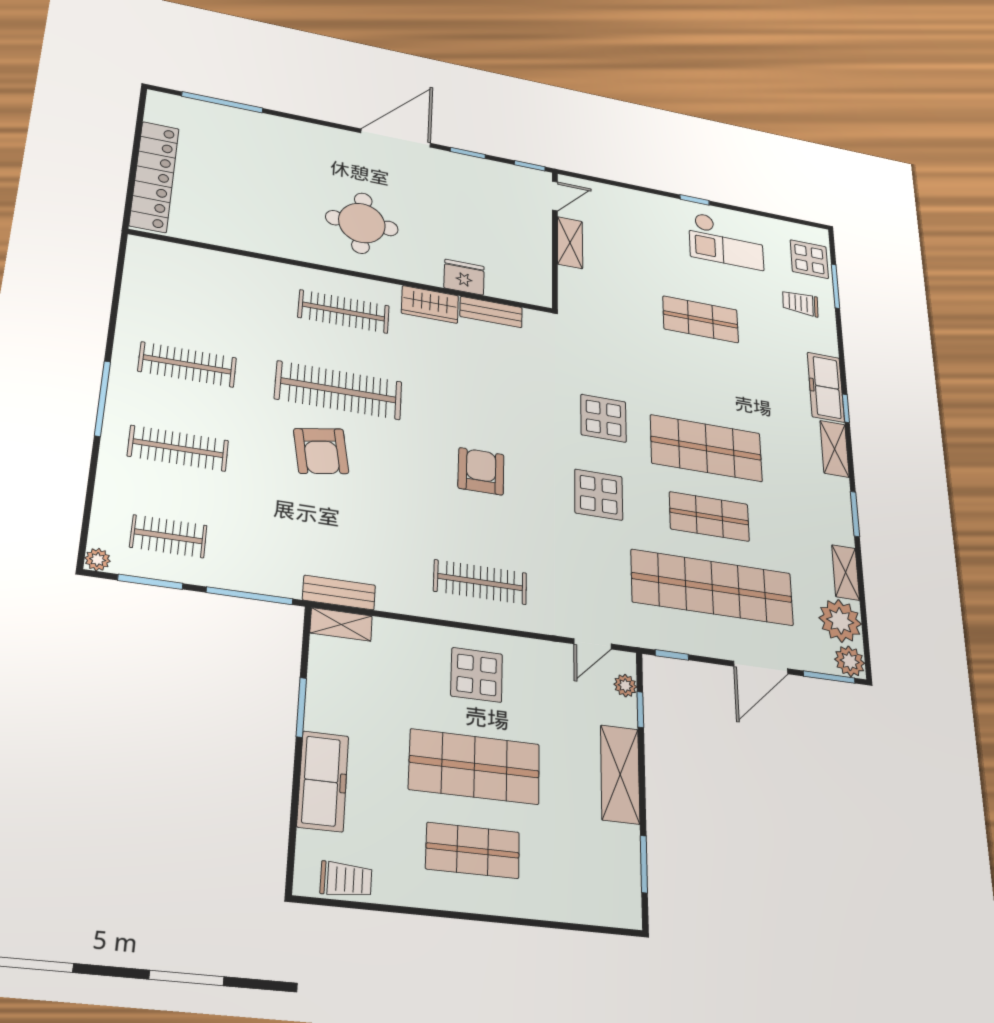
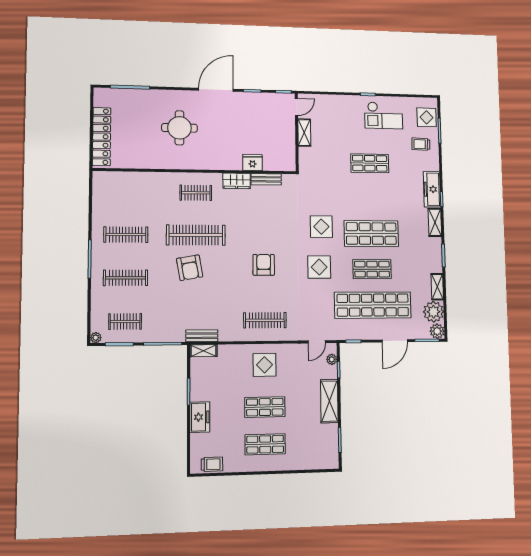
round table: (362, 223) -> (179, 128), moved
clothes rail: (344, 312) -> (196, 193), width x0.73
shop shelf: (475, 767) -> (265, 407), width x0.70, depth x0.74
freezer: (323, 781) -> (200, 417), width x0.71

